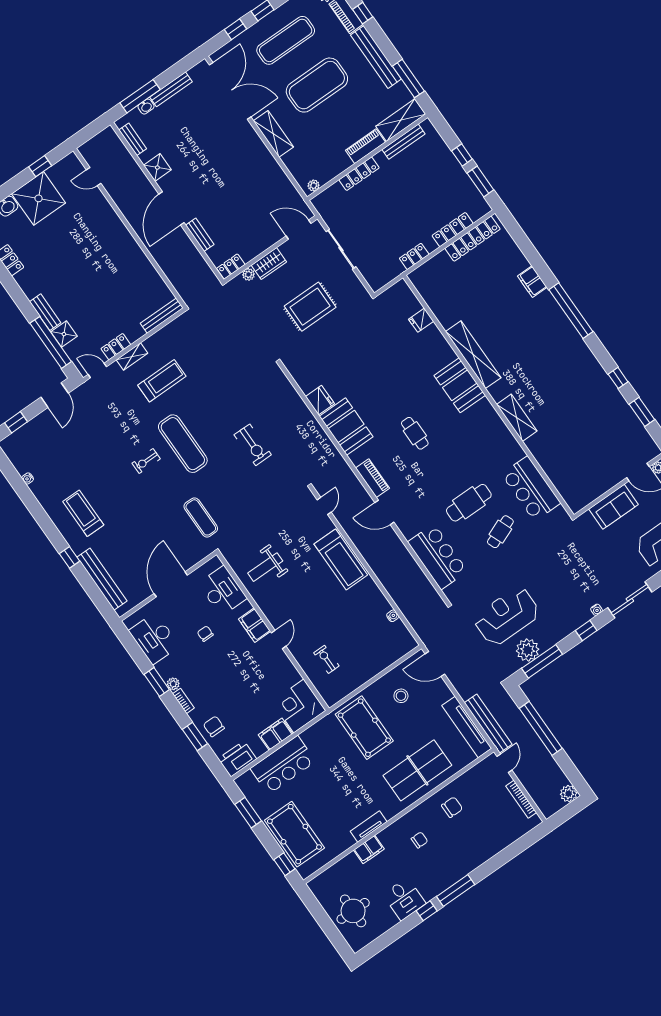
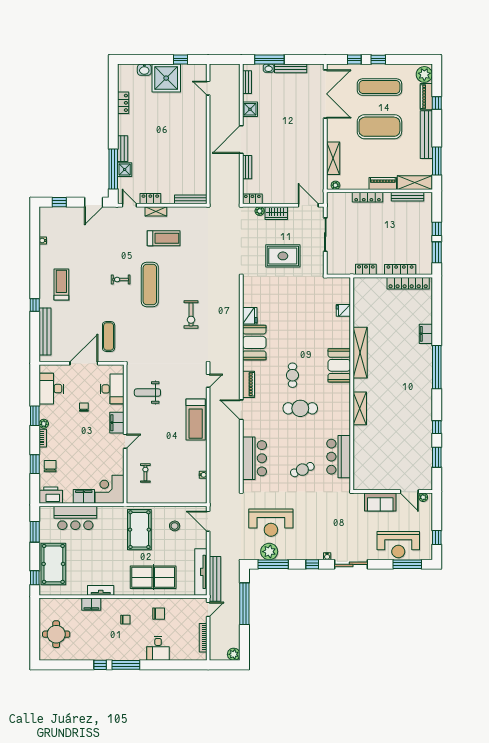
shelving: (273, 134) -> (333, 158), moved
cafe table: (469, 503) -> (300, 408), moved
exercise mat: (201, 517) -> (109, 336), moved
reception desk: (507, 616) -> (271, 523), turned 180
desk: (404, 899) -> (158, 648), moved

